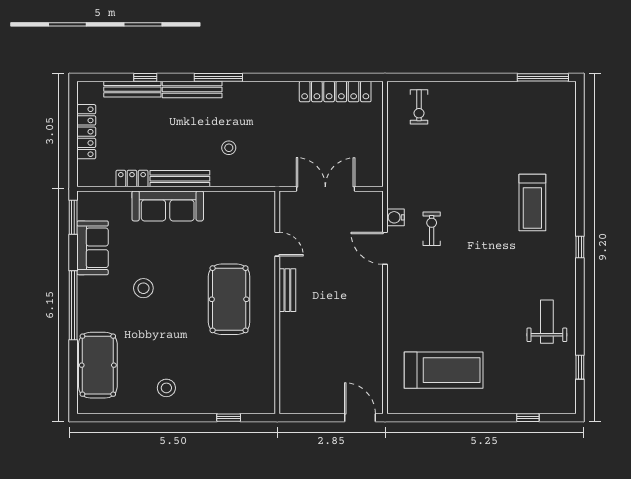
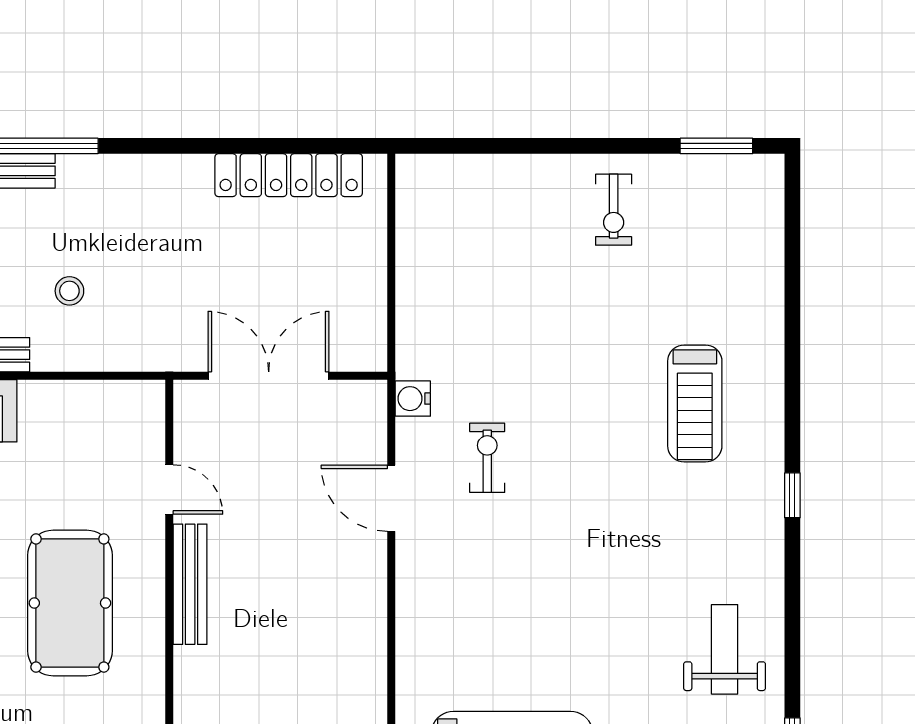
window: (543, 77) -> (716, 146), width x0.69
exercise bike: (419, 107) -> (614, 210), moved
water cooler: (396, 217) -> (413, 399), moved
bench: (287, 290) -> (190, 584), width x1.36

